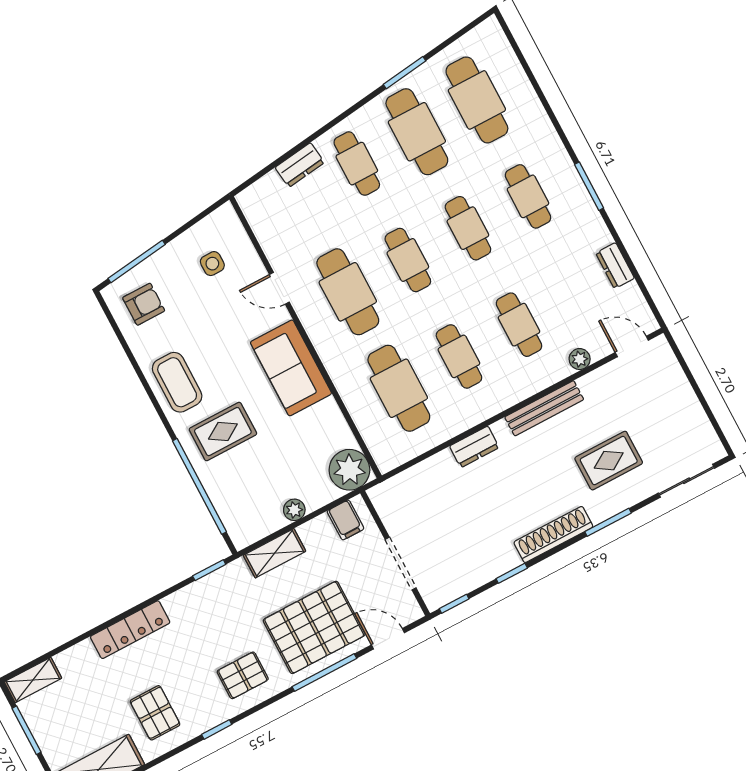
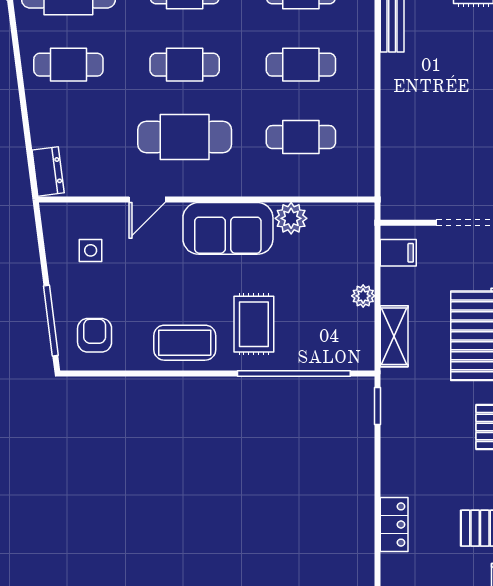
dresser: (300, 165) -> (48, 171), moved
cafe table: (399, 388) -> (301, 137), width x0.73, depth x0.74
dresser: (474, 447) -> (394, 95), removed
plant: (349, 470) -> (291, 218), moved, width x0.73, depth x0.73
locker: (130, 630) -> (394, 524), width x0.66

